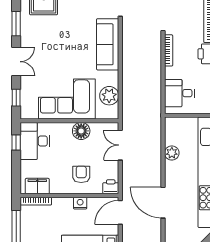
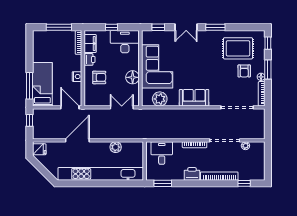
sofa: (108, 44) -> (194, 98), width x0.73
window: (16, 142) -> (111, 27), moved
printer: (111, 187) -> (89, 59), moved

